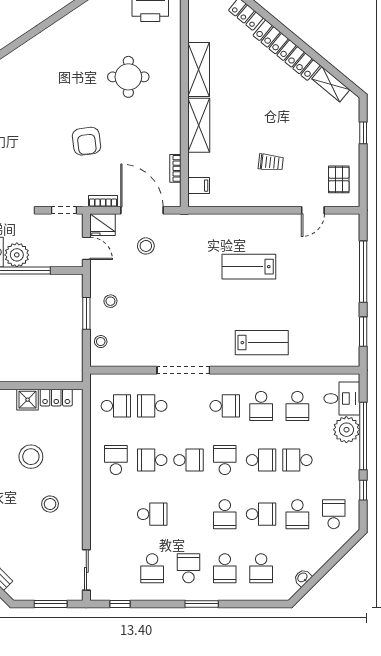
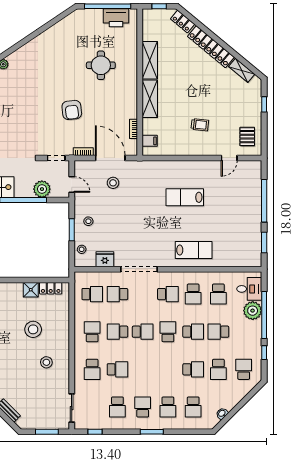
fridge: (102, 225) -> (105, 259), moved, turned 180
plant: (17, 255) -> (42, 189), moved
school desk: (225, 514) -> (92, 369), moved

